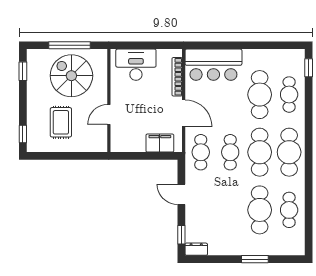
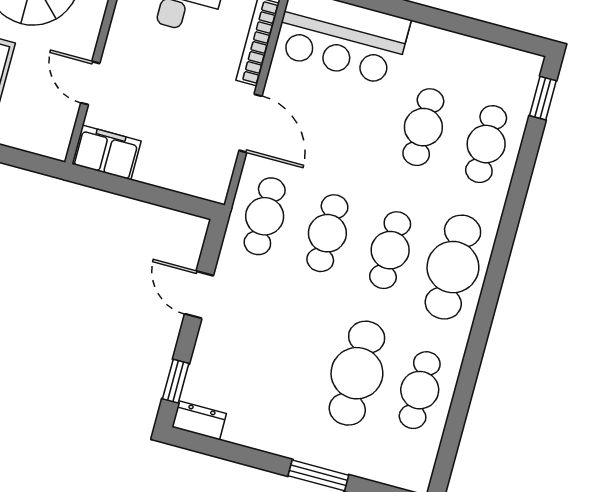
cafe table: (260, 95) -> (423, 127), width x0.73, depth x0.74
door: (109, 115) -> (90, 83), hinge flipped
filing cabinet: (160, 143) -> (106, 153), moved
cafe table: (260, 152) -> (390, 250), width x0.73, depth x0.74

